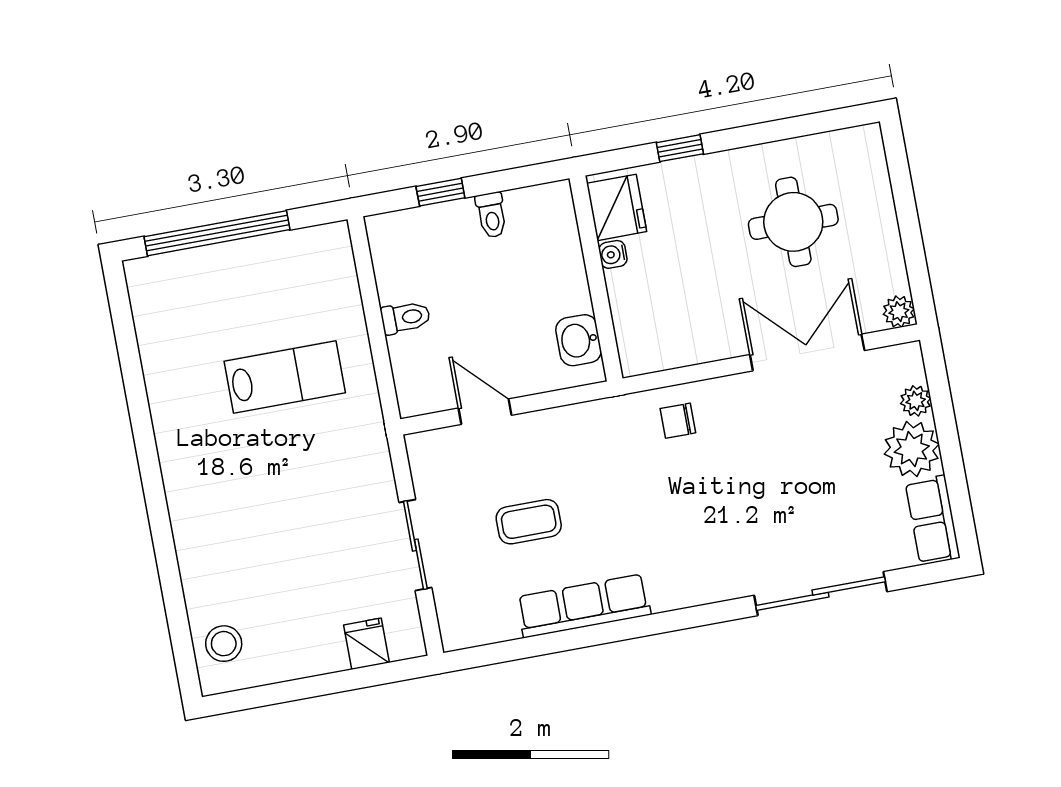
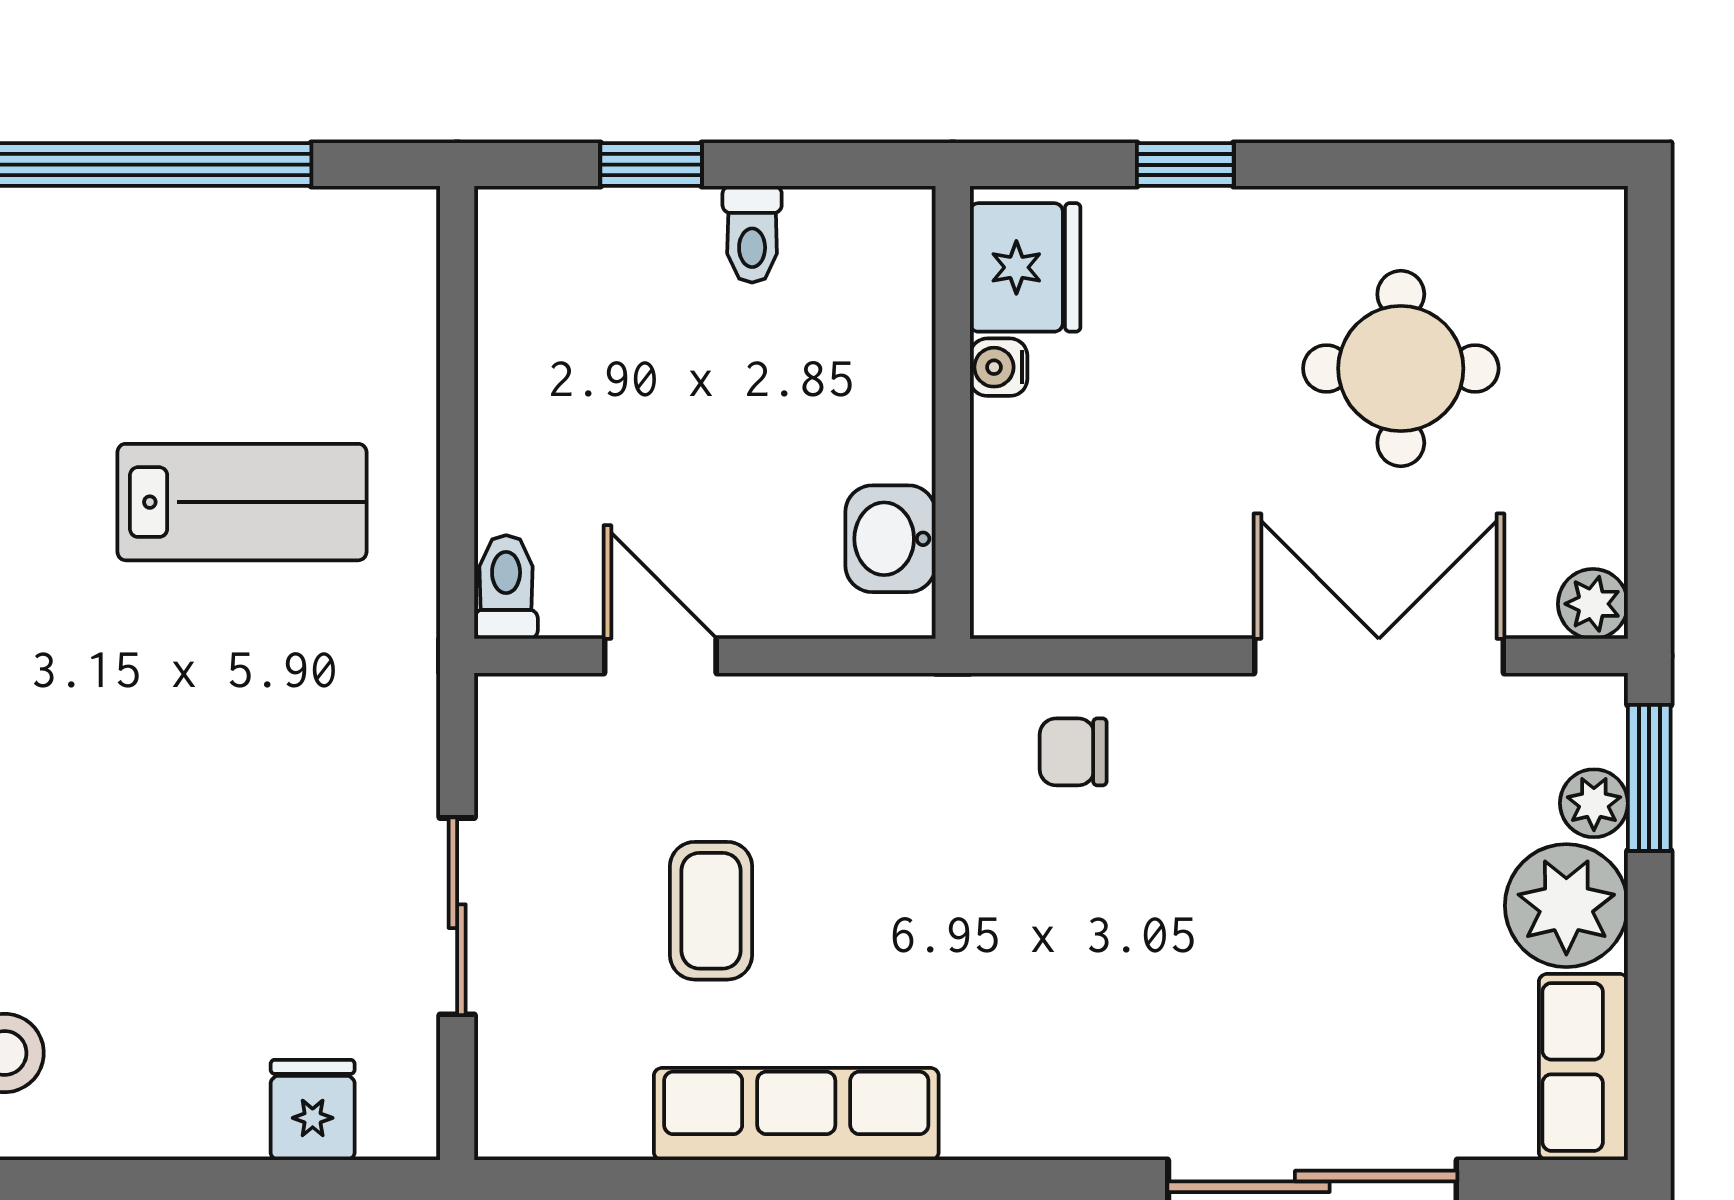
toilet: (405, 318) -> (506, 587), moved, turned -90
window: (938, 385) -> (1649, 778), added
coffee table: (529, 522) -> (711, 911), turned 90

